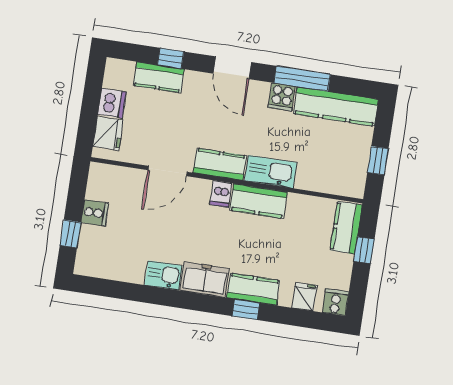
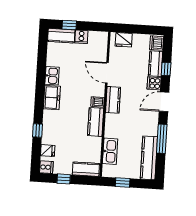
cooker: (282, 97) -> (154, 83), moved
dishwasher: (112, 103) -> (157, 43), moved, turned 90
kitchen sink: (271, 172) -> (110, 151), moved
window: (364, 250) -> (64, 179), moved
kitchen counter: (253, 289) -> (61, 36), moved, turned 90
window: (246, 309) -> (38, 131), moved

